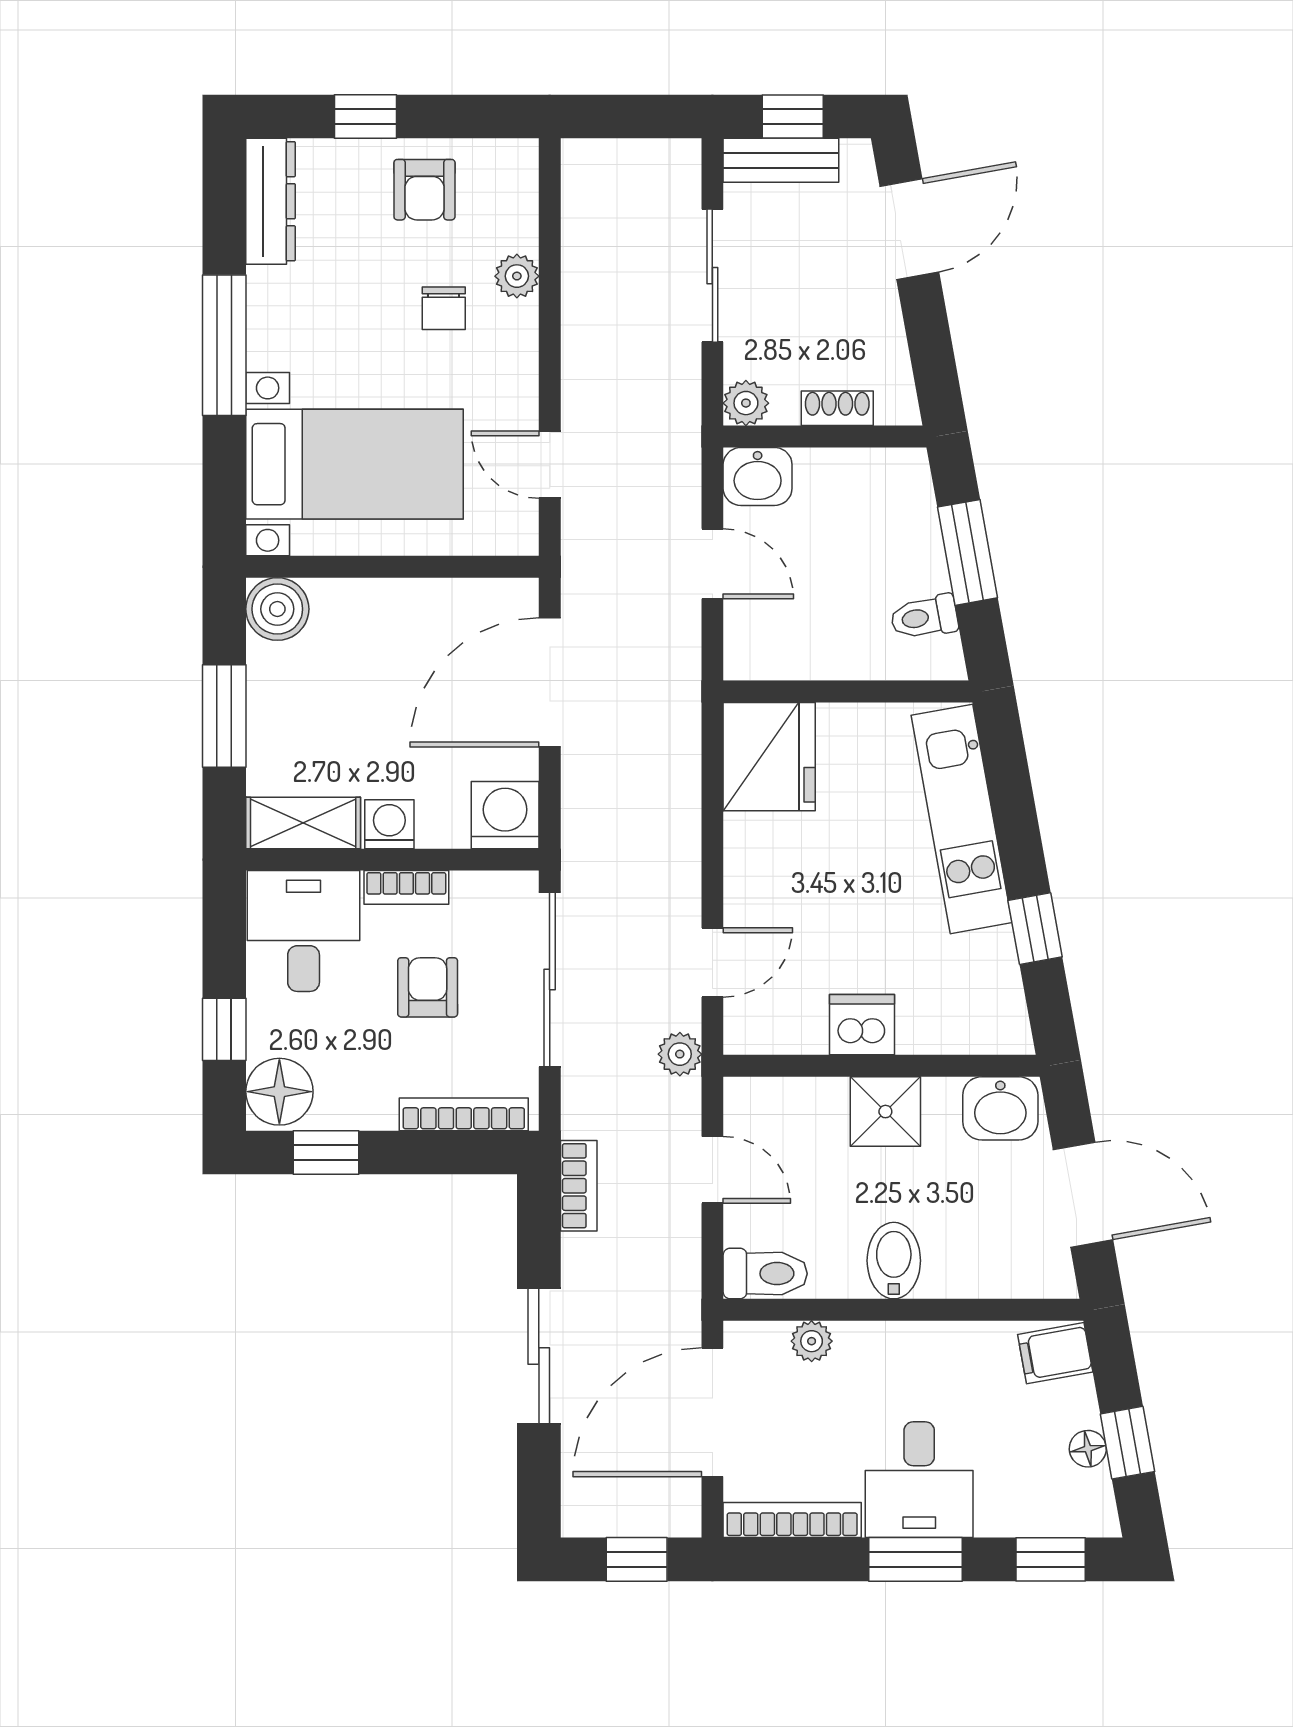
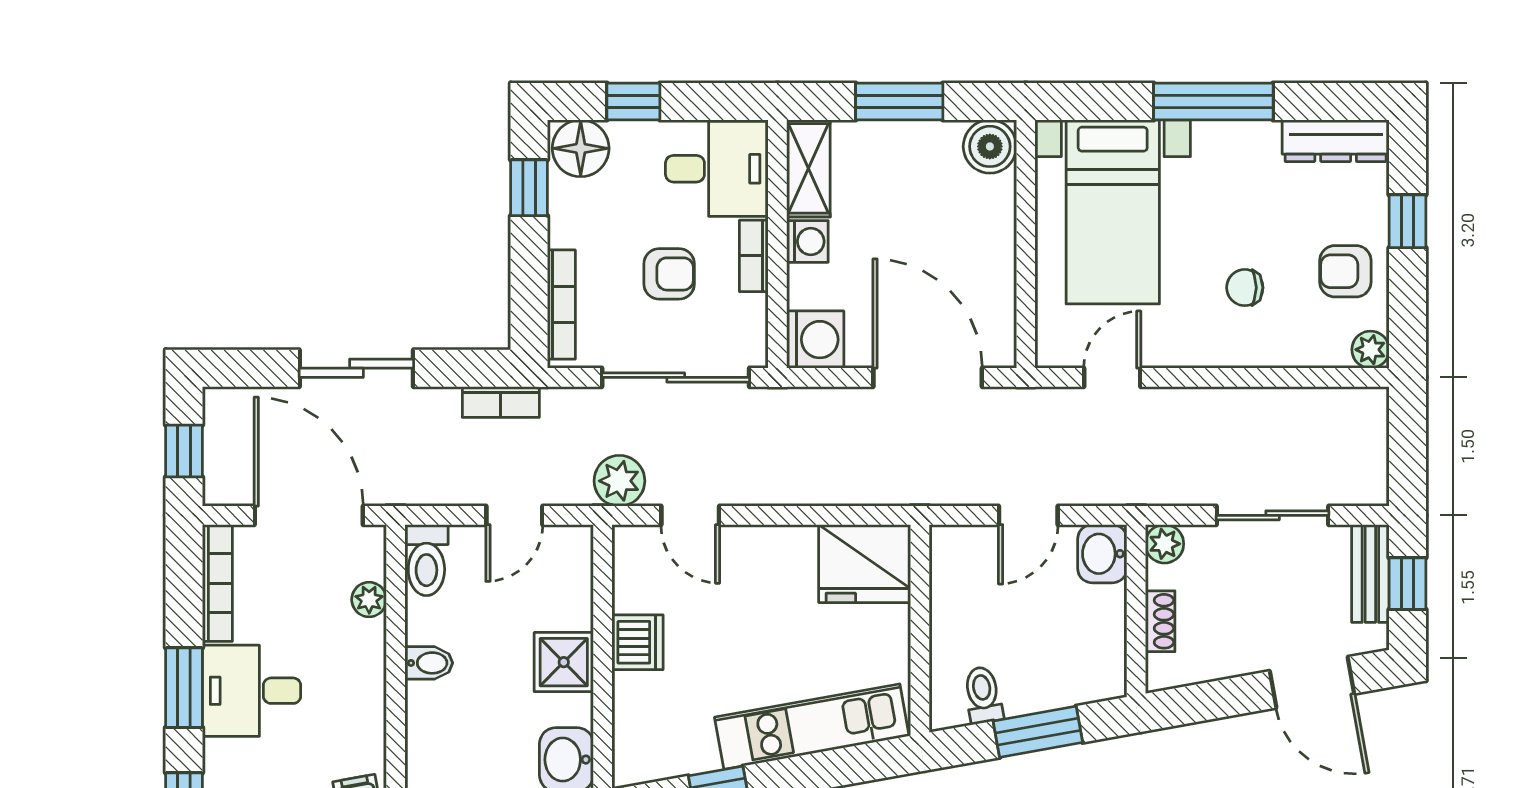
plant: (517, 276) -> (1370, 350), moved
plant: (680, 1054) -> (619, 481), width x1.38, depth x1.38
bidet: (894, 1261) -> (429, 663), width x0.72, depth x0.74

